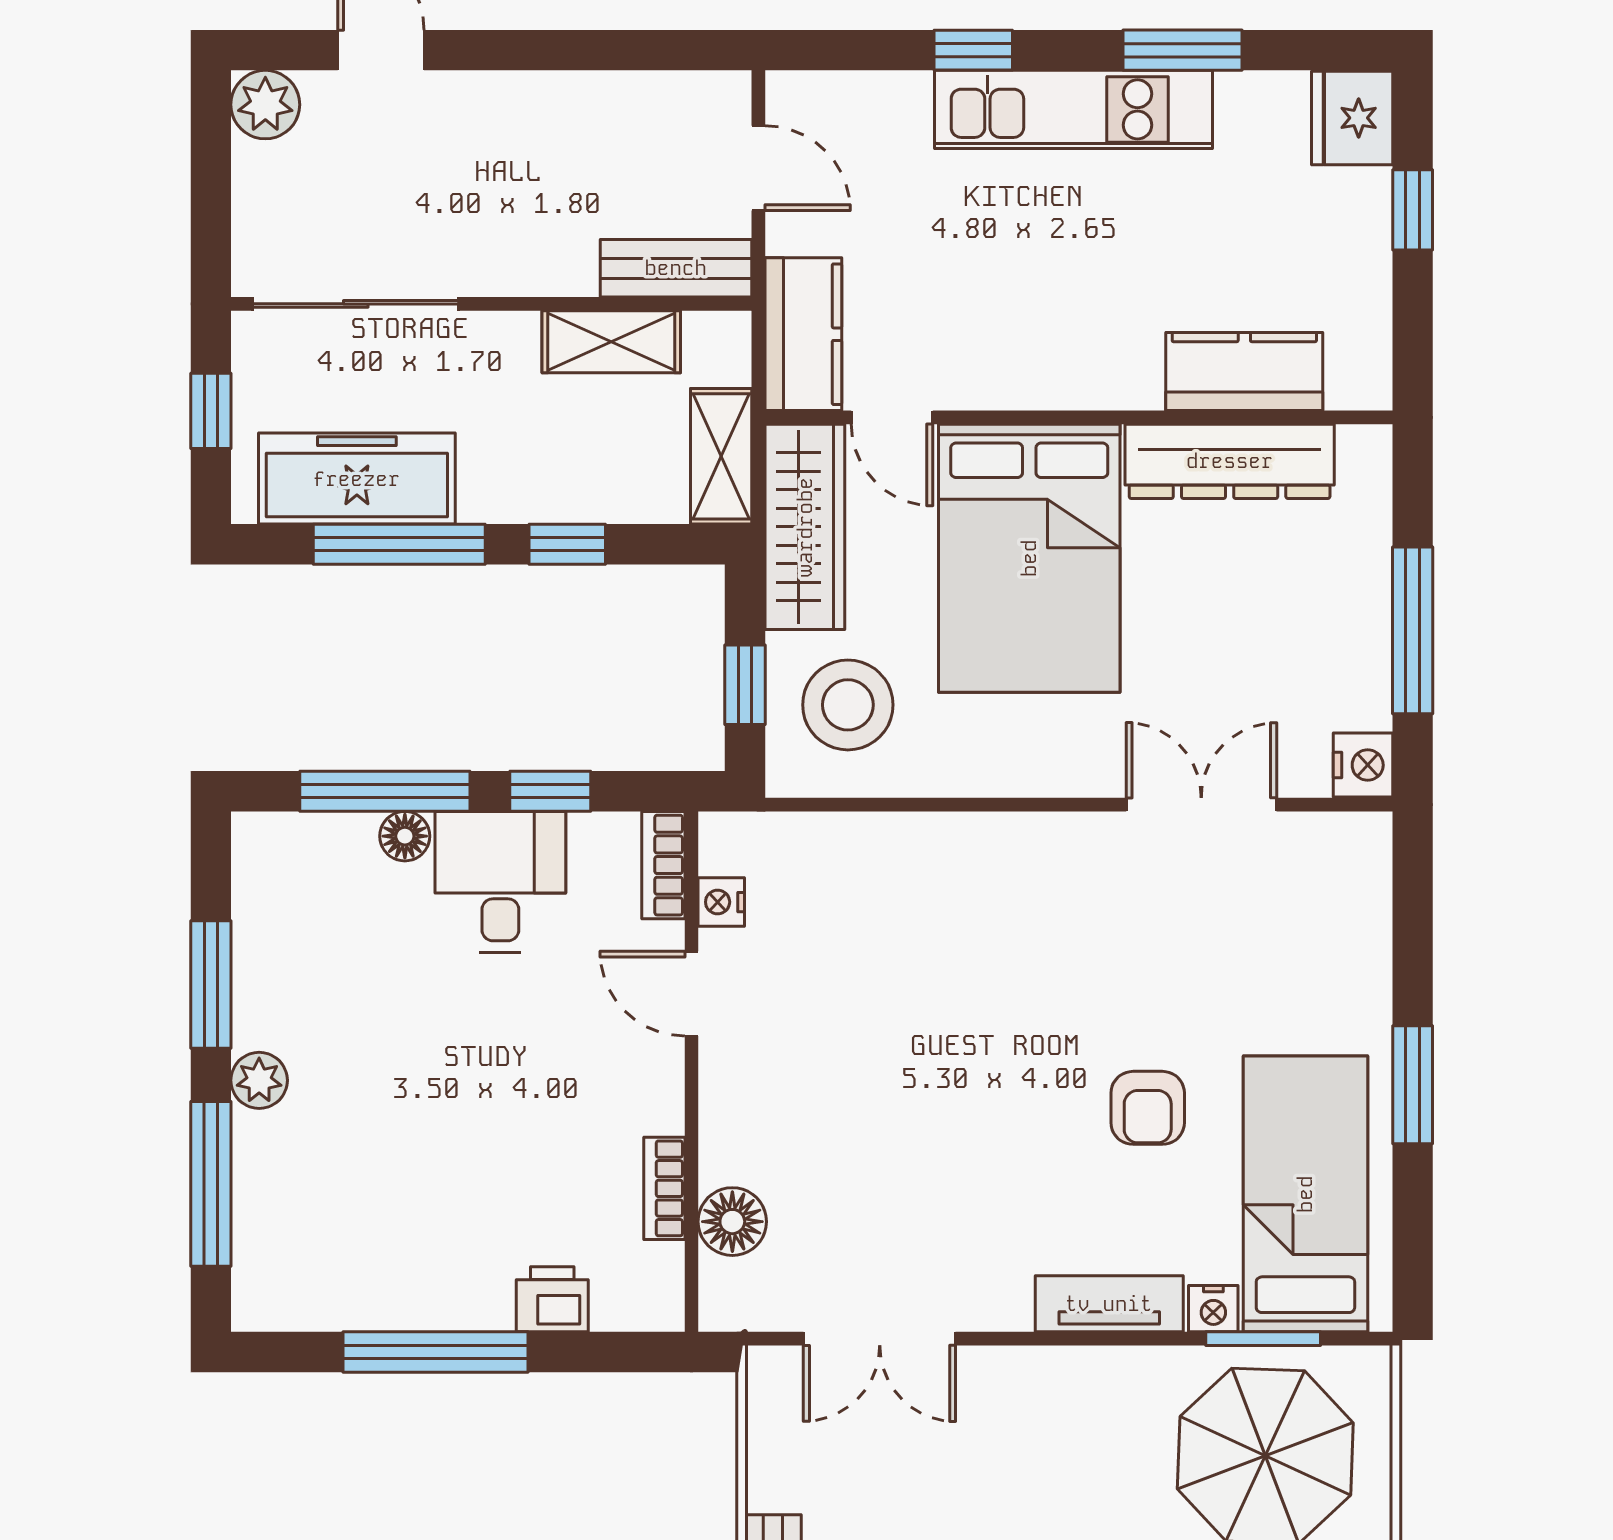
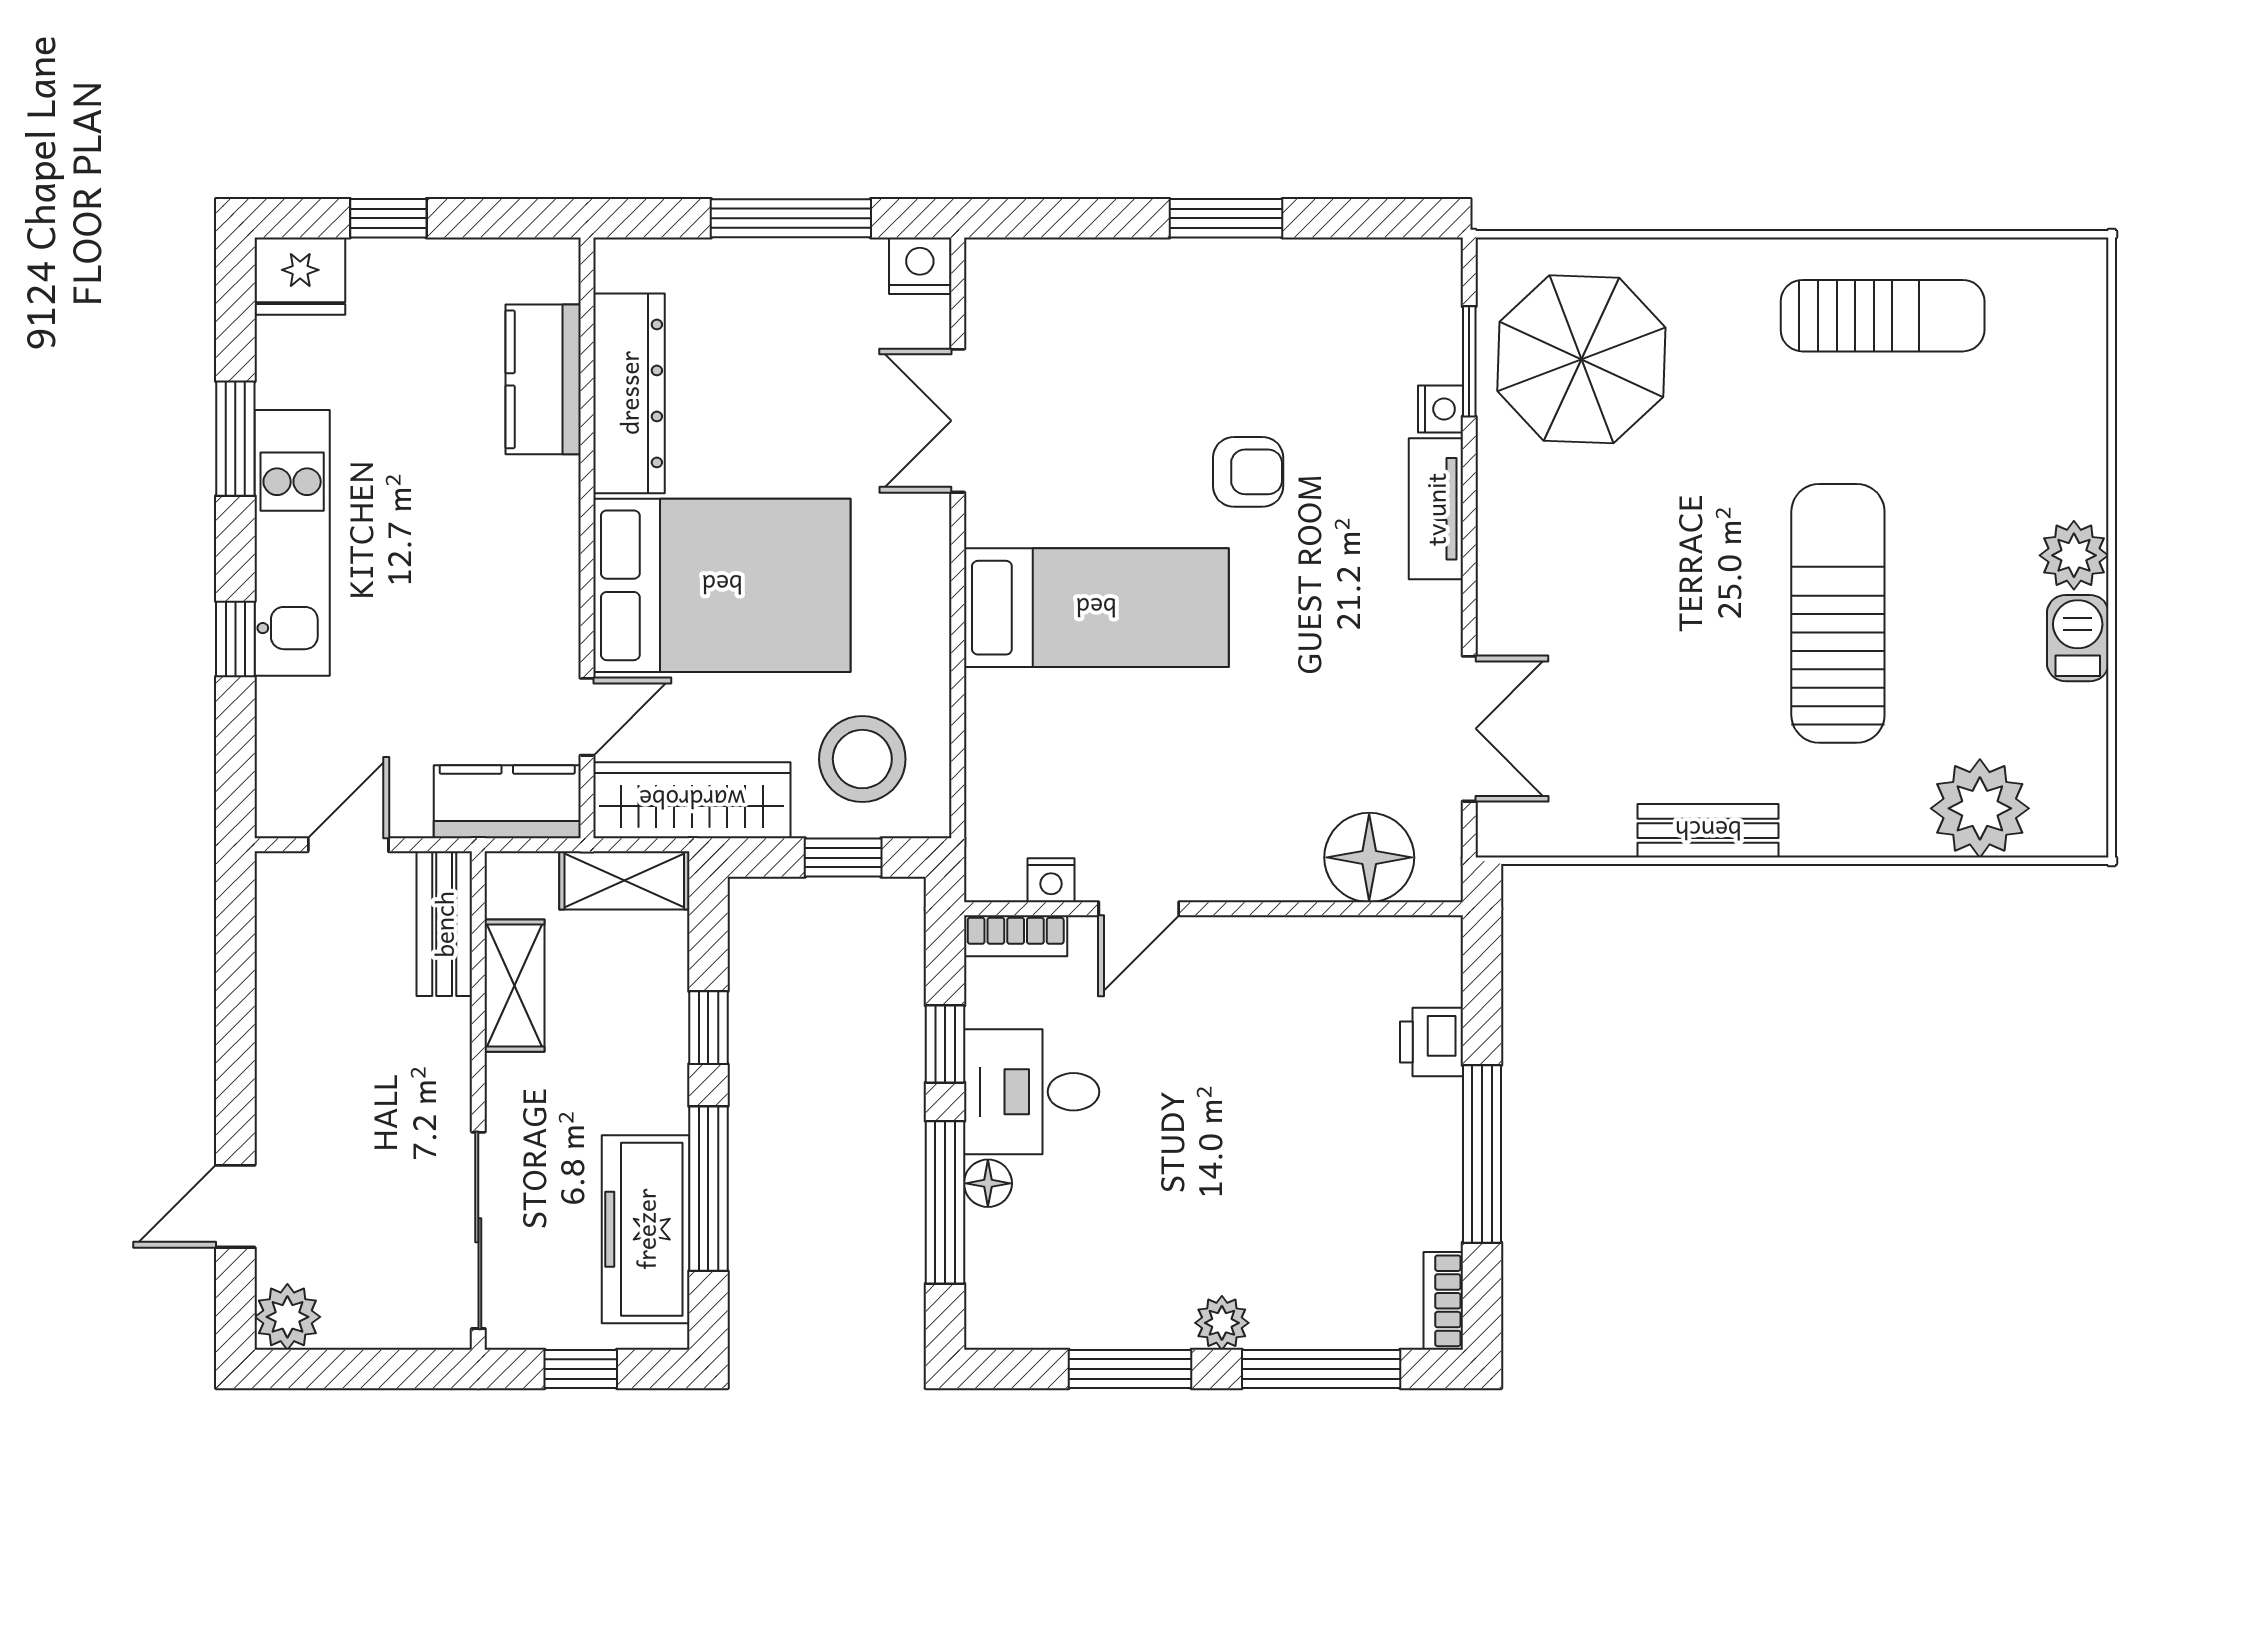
bookcase: (664, 1188) -> (1443, 1301), moved, turned 90
bed: (1305, 1194) -> (1096, 608), moved, turned 180
floor lamp: (732, 1222) -> (1369, 857), width x1.38, depth x1.38

